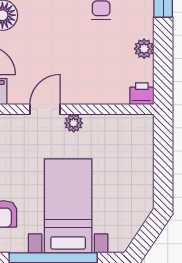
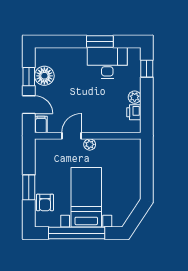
printer: (142, 94) -> (134, 112), moved, turned -90

